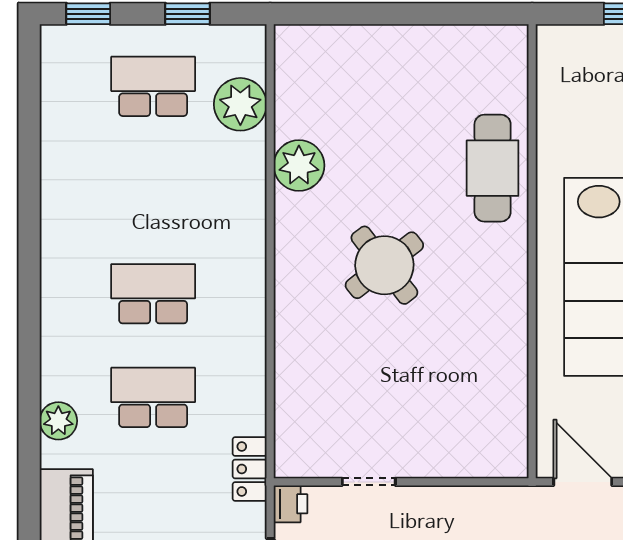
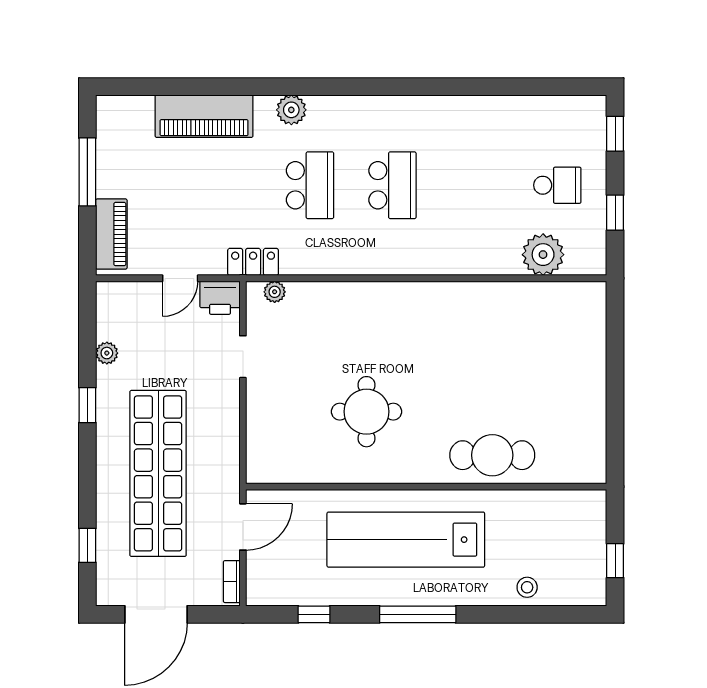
school desk: (153, 86) -> (557, 185), width x0.54
plant: (299, 165) -> (275, 292), moved, width x0.53, depth x0.53
round table: (384, 265) -> (367, 412), moved, turned 38
printer: (290, 504) -> (220, 298), width x1.36, depth x1.24

